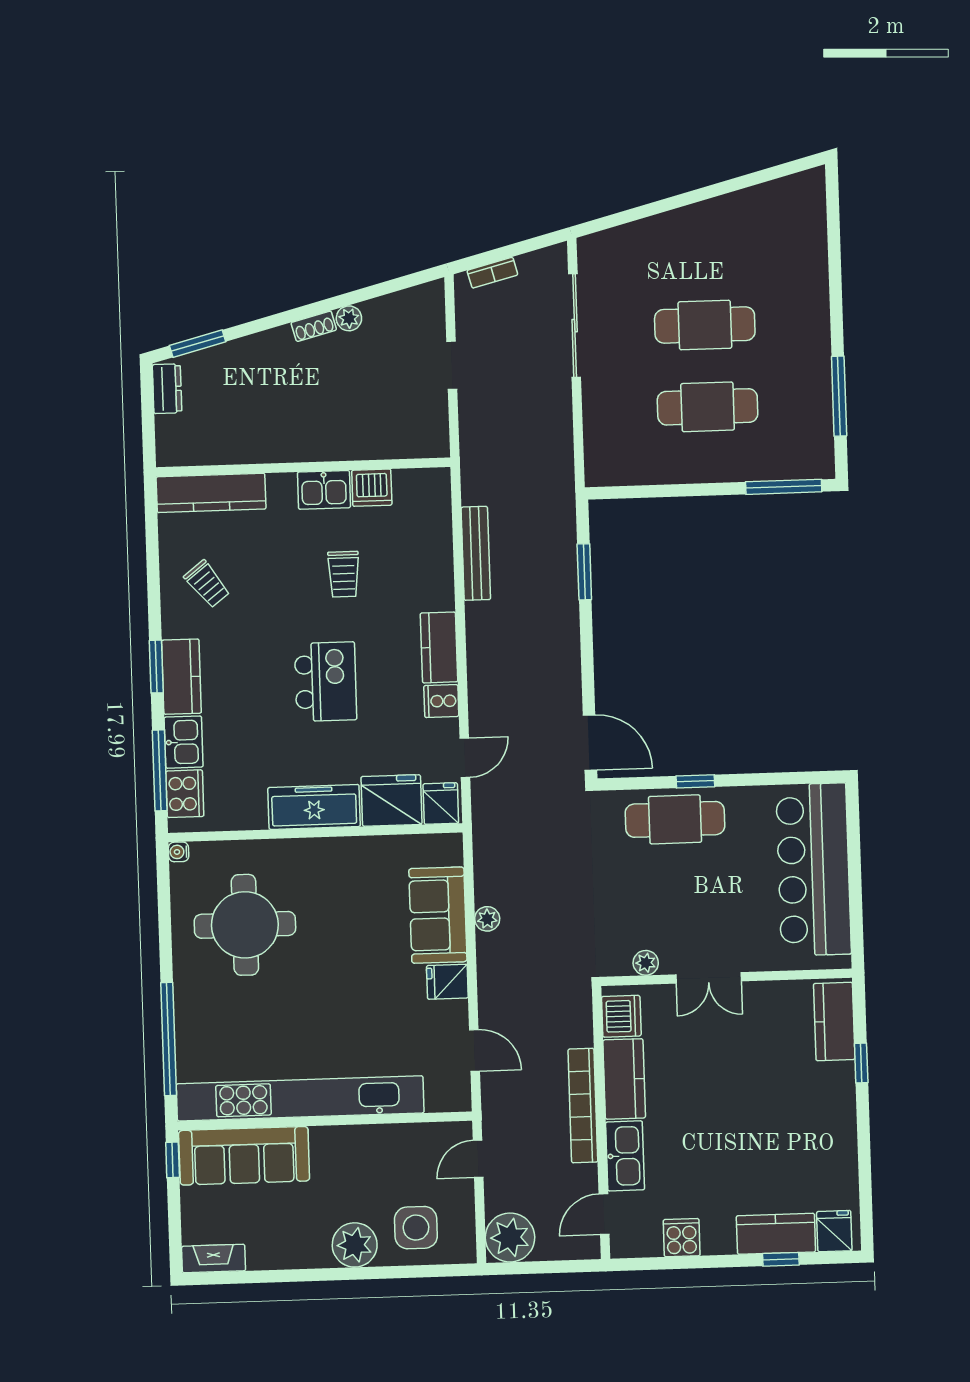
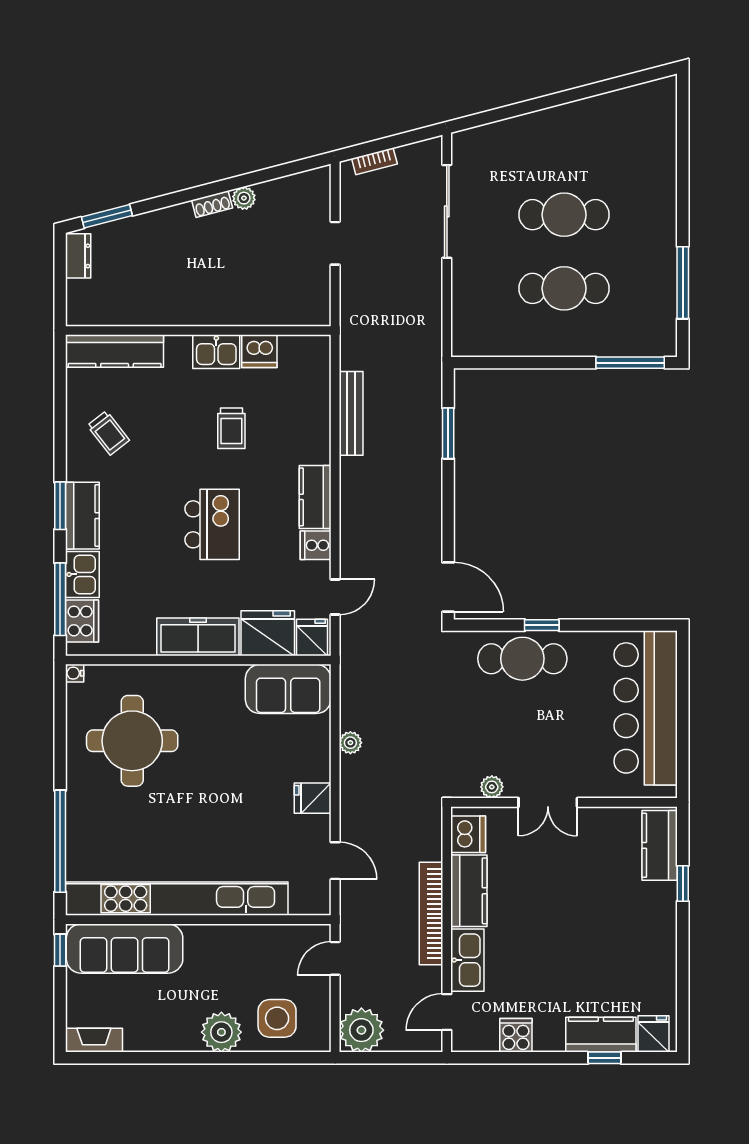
sofa: (438, 915) -> (288, 689), moved, turned -90

